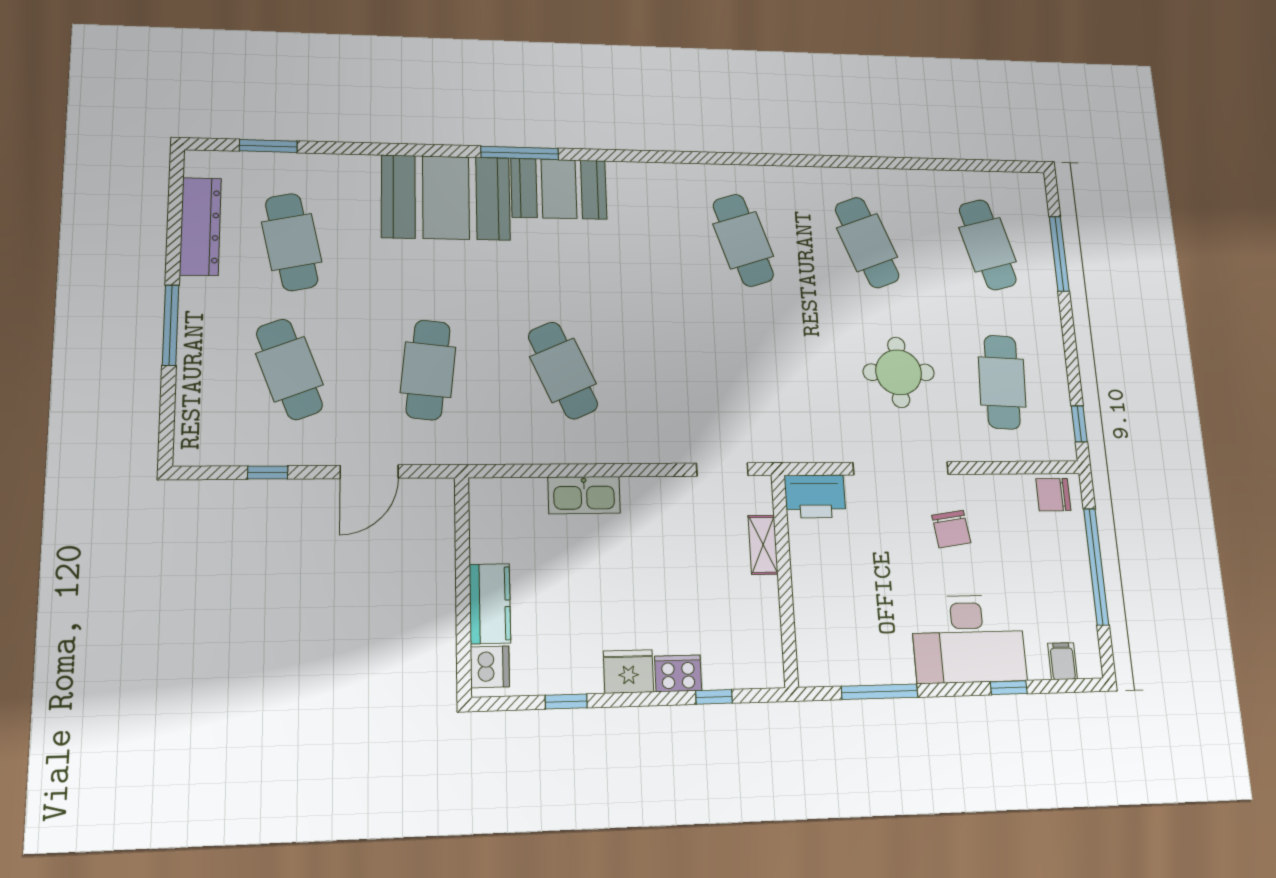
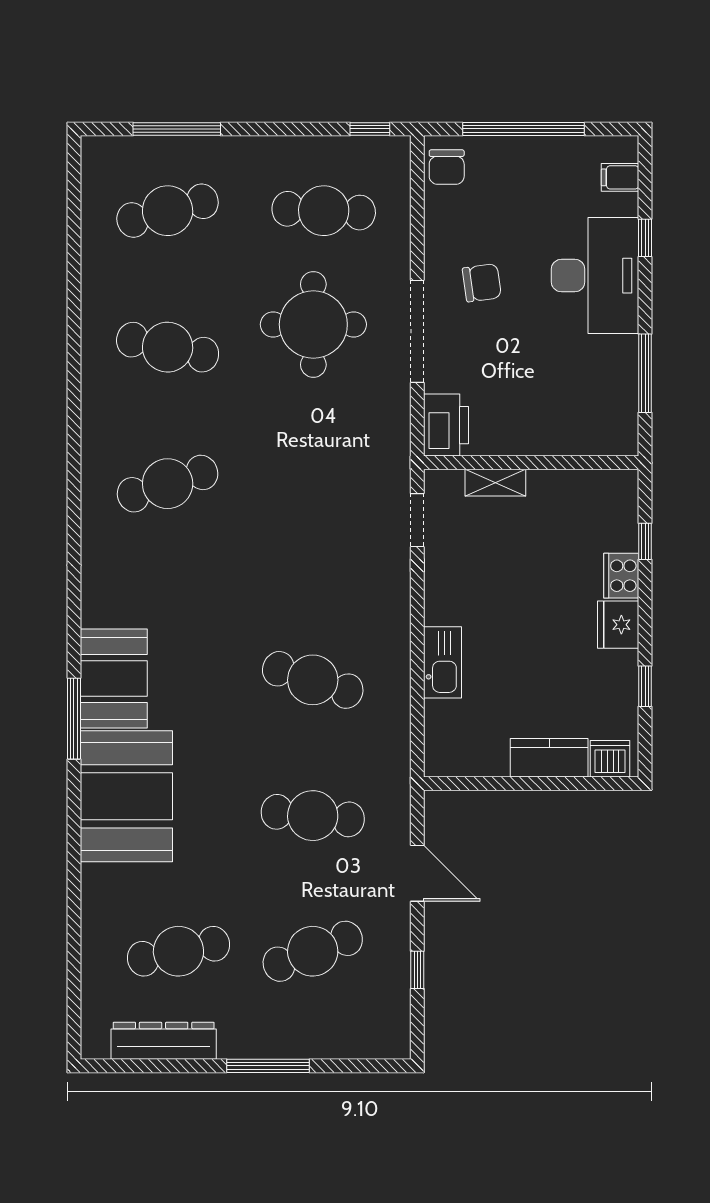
window: (268, 146) -> (74, 976), removed
cafe table: (867, 242) -> (168, 347), turned 33
cafe table: (563, 370) -> (313, 680), turned 42
round table: (899, 372) -> (313, 324), width x1.36, depth x1.36

